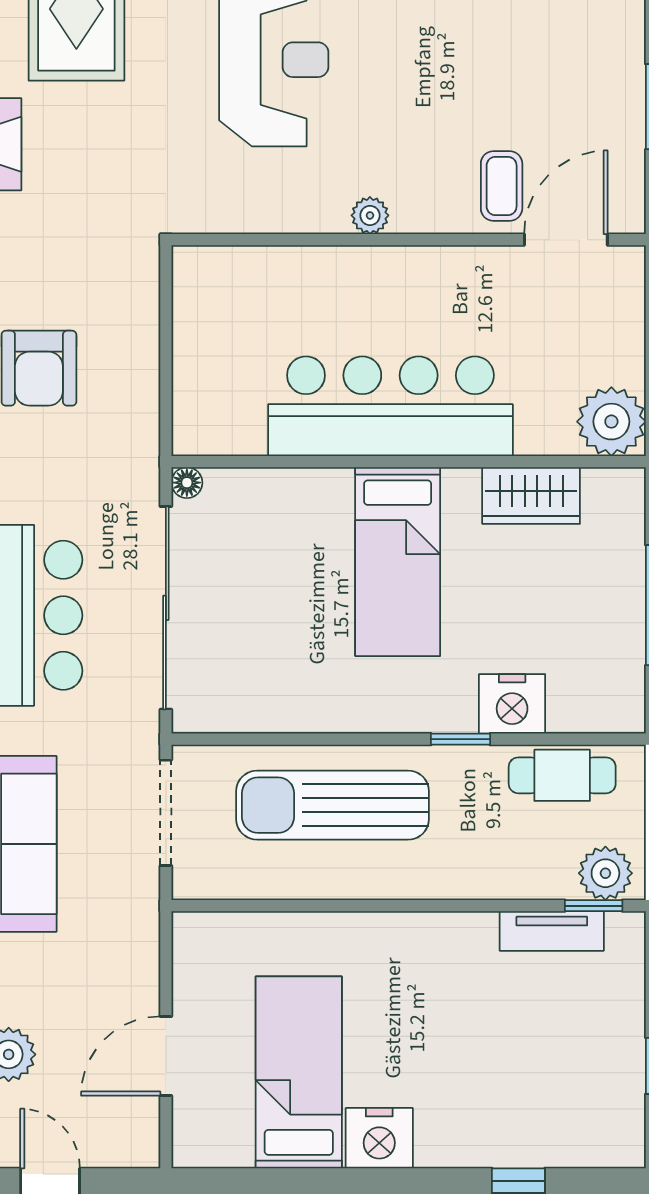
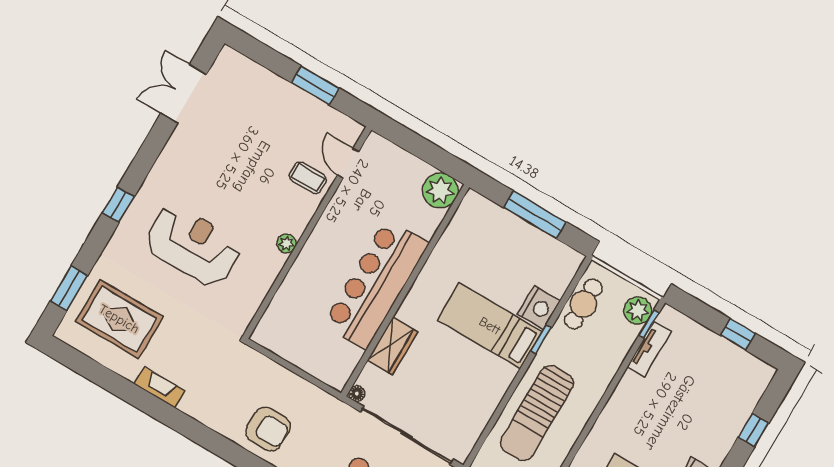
door: (566, 240) -> (348, 163), width x0.73
wardrobe: (531, 496) -> (393, 346), moved
bed: (398, 562) -> (490, 326), moved, turned 180

